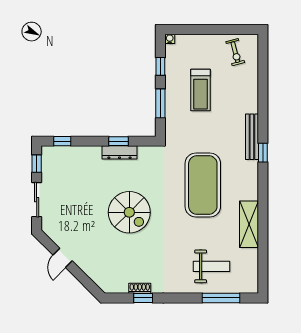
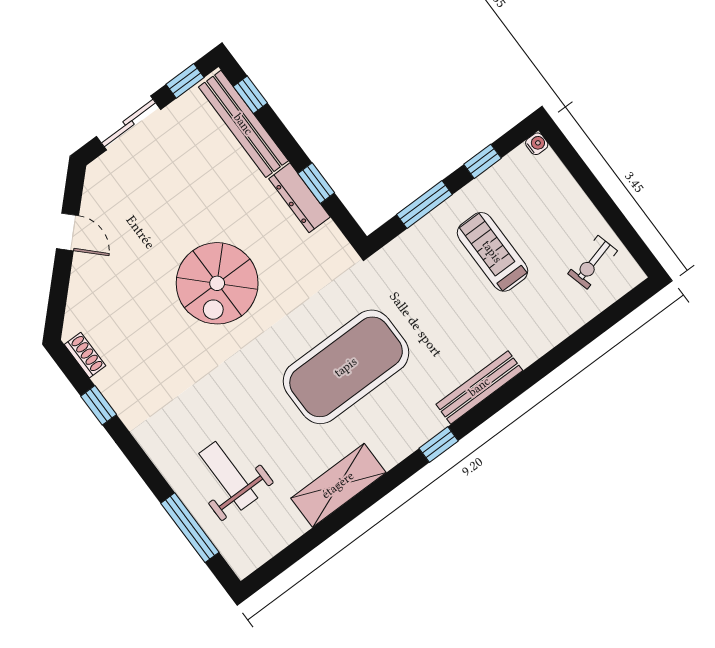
treadmill: (200, 90) -> (492, 252), turned 90
bench: (72, 153) -> (243, 124), added
window: (263, 153) -> (439, 445), moved
door: (63, 258) -> (67, 232), swing flipped
weight bench: (211, 266) -> (228, 476), turned 180
shoe rack: (140, 288) -> (85, 355), moved

